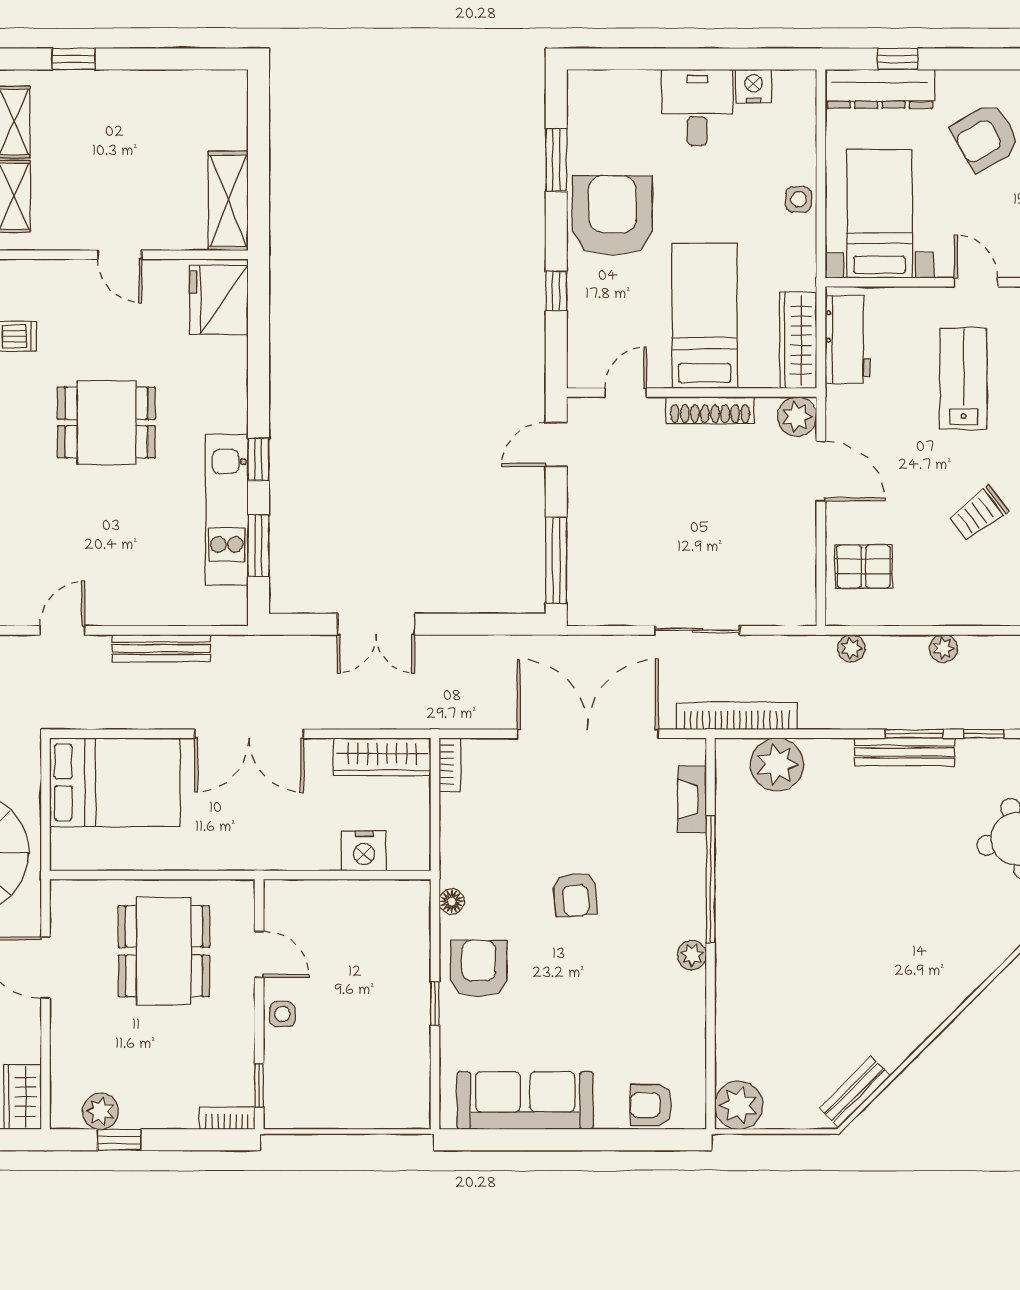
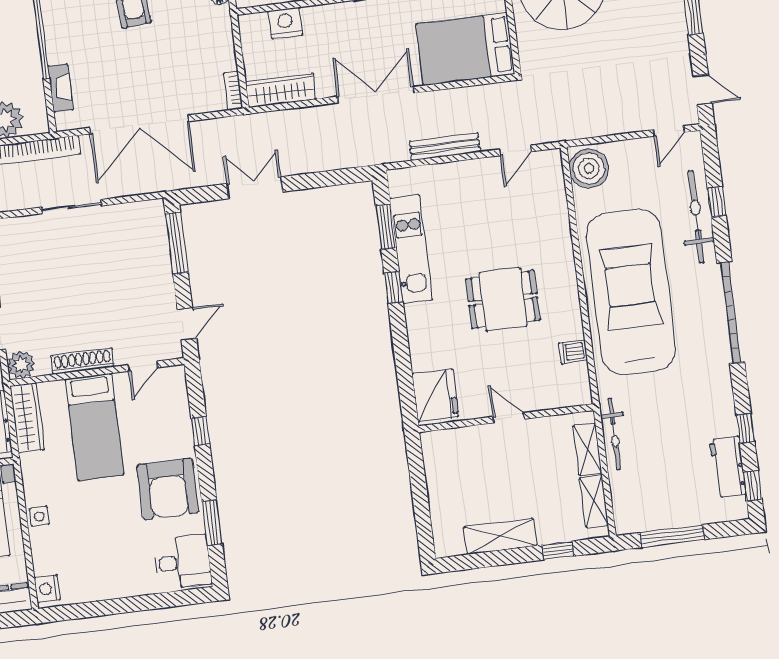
nightstand: (754, 86) -> (47, 589), moved, turned 90
desk: (697, 108) -> (182, 562), moved, turned -90
shelving: (228, 201) -> (500, 536), moved, turned 90
double door: (376, 624) -> (255, 188), moved

